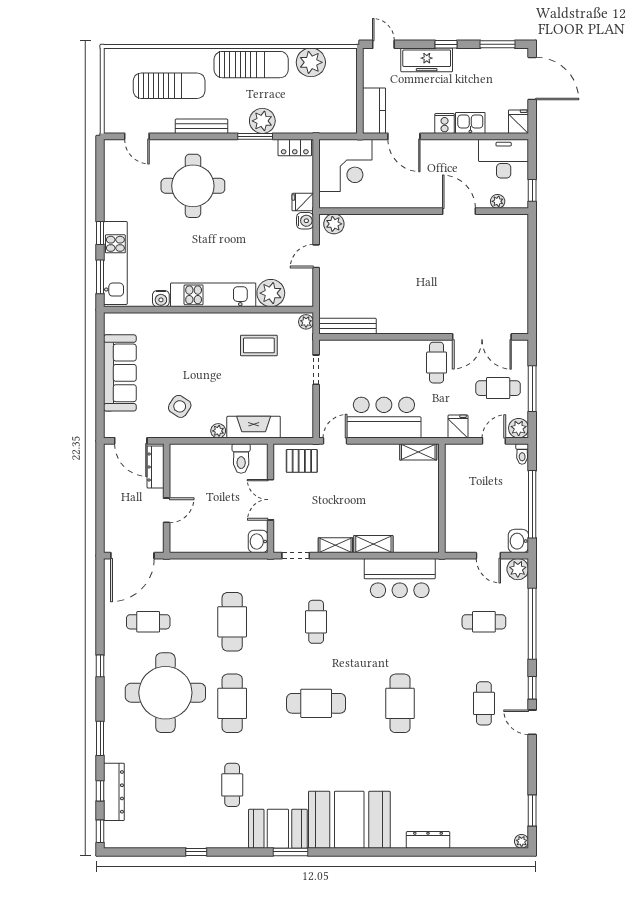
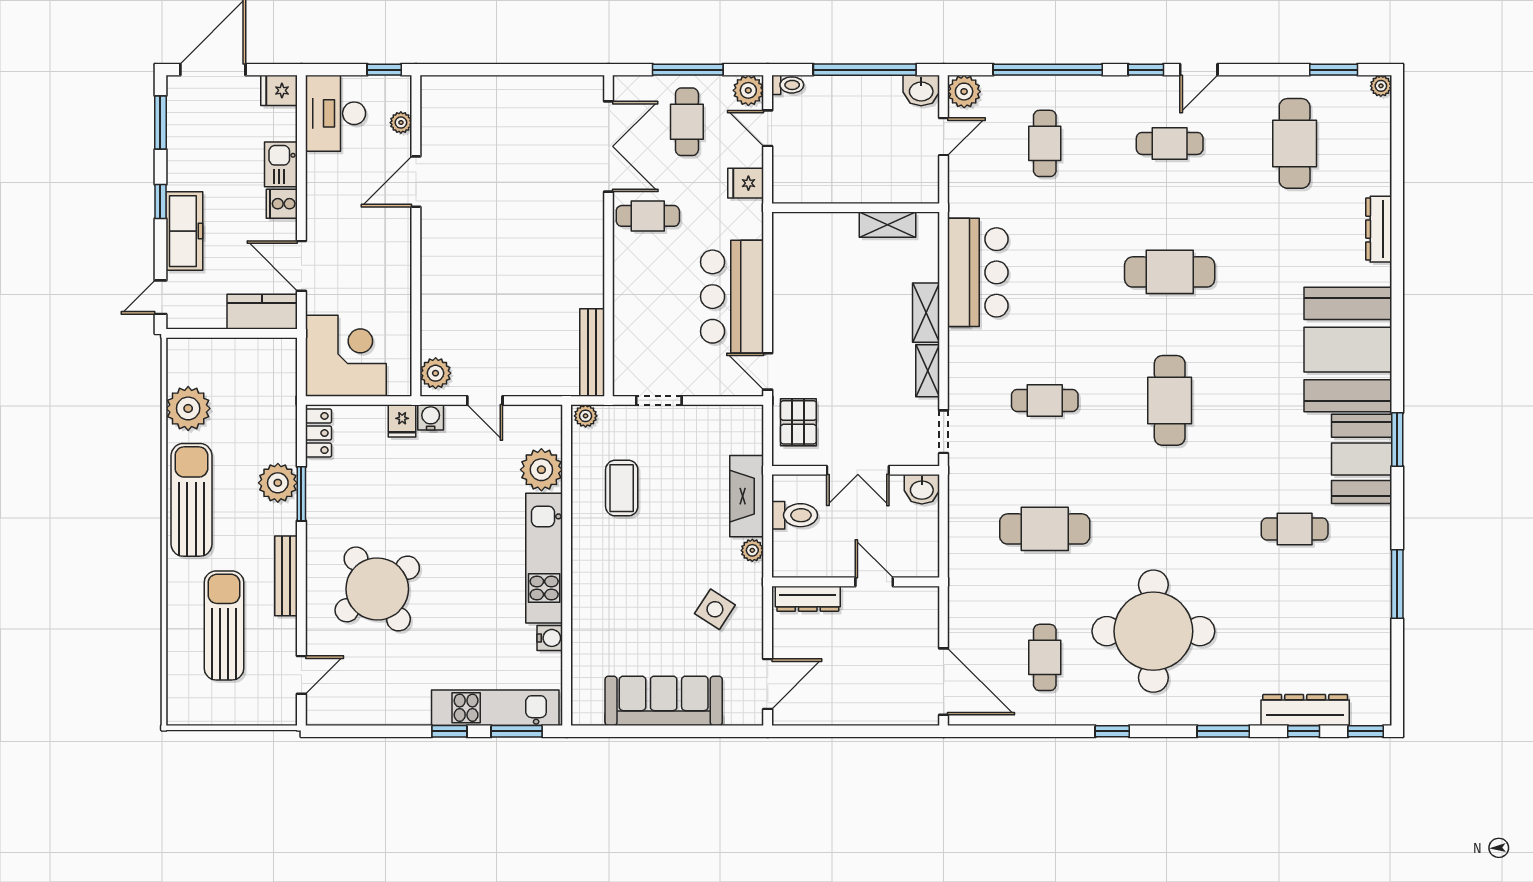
door: (404, 136) -> (301, 266), swing flipped
round table: (193, 186) -> (377, 589), turned -35
shelving: (418, 452) -> (887, 225), moved, turned 90
dresser: (156, 467) -> (808, 599), moved
wall: (167, 498) -> (856, 582), moved
door: (167, 510) -> (874, 582), moved
cafe table: (232, 703) -> (1295, 143), moved, turned 90
window: (196, 852) -> (1397, 584), width x2.17

